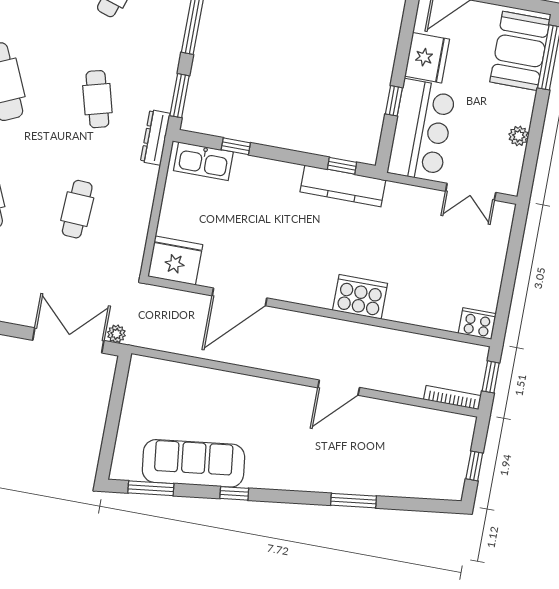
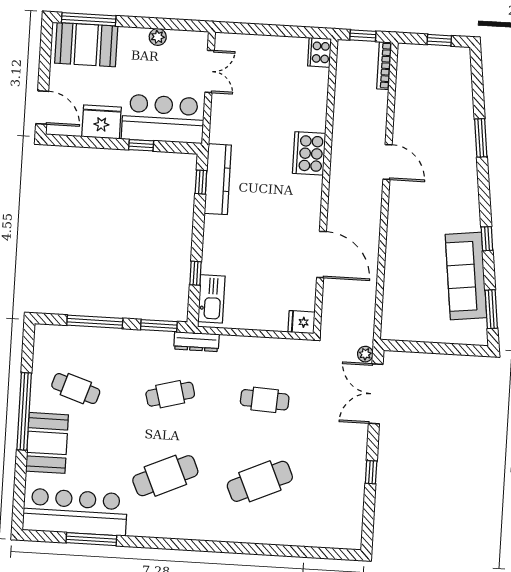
fridge: (175, 261) -> (301, 322), width x0.53, depth x0.75

